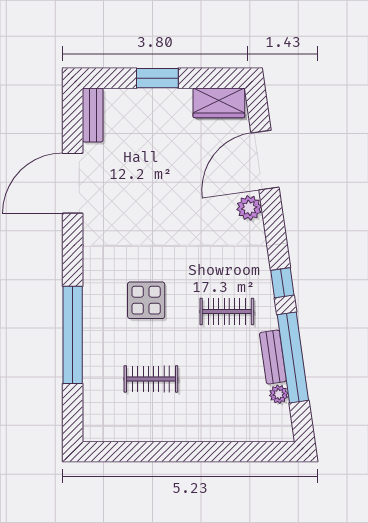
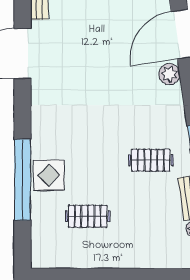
display table: (146, 300) -> (49, 175), moved

